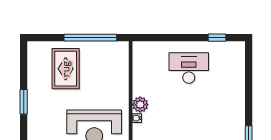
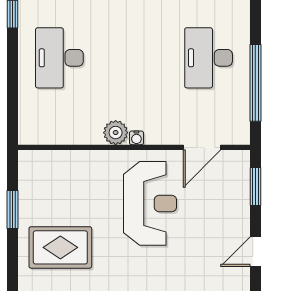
window: (90, 38) -> (12, 209), width x0.47

